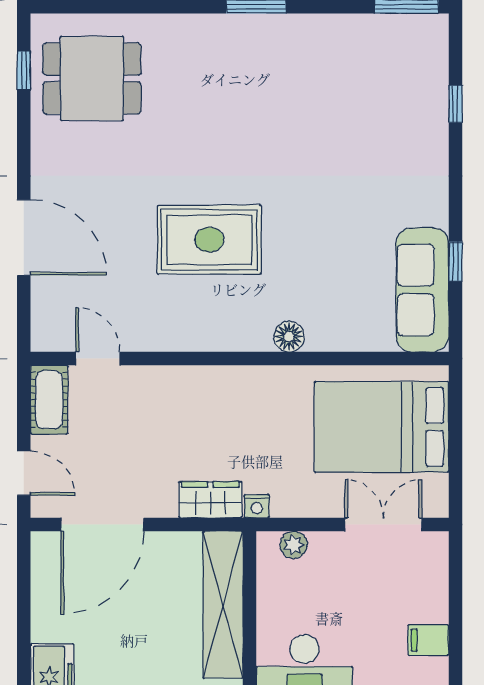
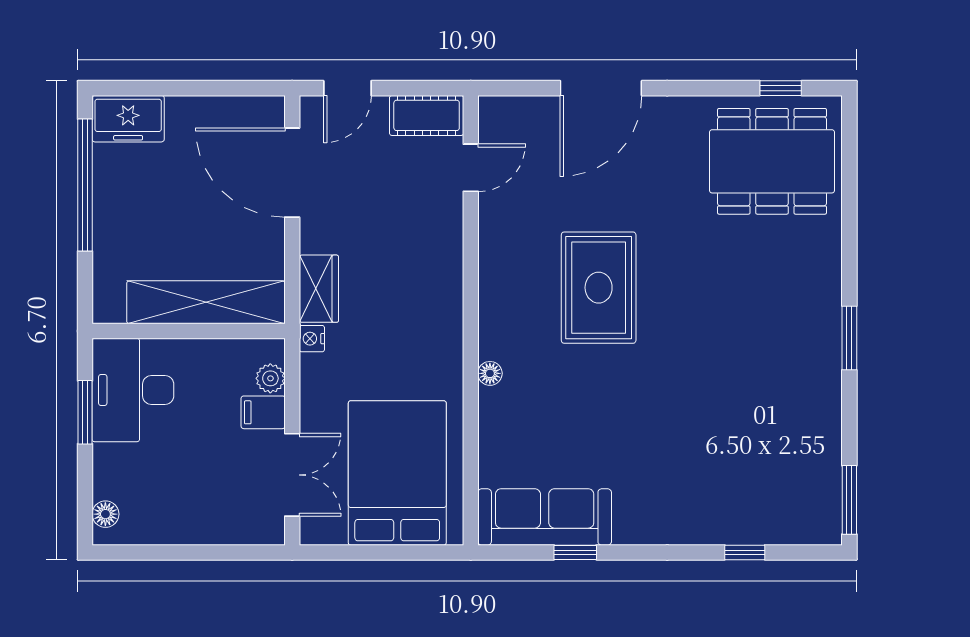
dining table: (92, 79) -> (772, 161), width x1.38
floor lamp: (289, 337) -> (490, 373), width x0.73, depth x0.73
filing cabinet: (428, 640) -> (263, 412), moved, turned -90

